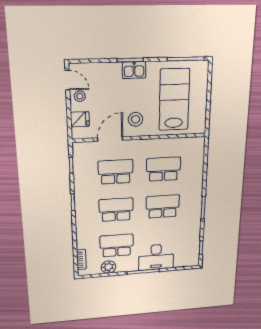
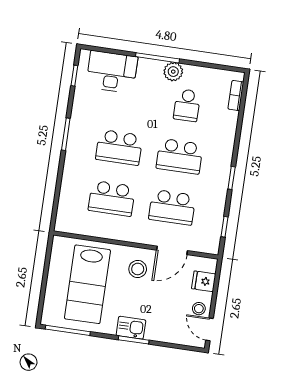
school desk: (117, 245) -> (187, 105), width x0.54
desk: (156, 257) -> (112, 72), moved
plant: (108, 267) -> (173, 72), moved

